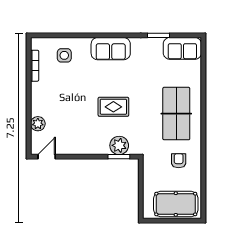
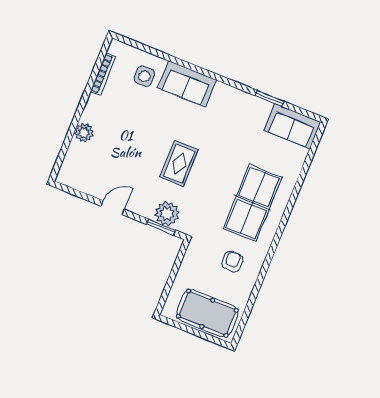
sofa: (111, 49) -> (187, 84), moved
rug: (113, 107) -> (179, 163), turned 90
plant: (38, 124) -> (84, 132), moved
door: (47, 157) -> (113, 208), moved

